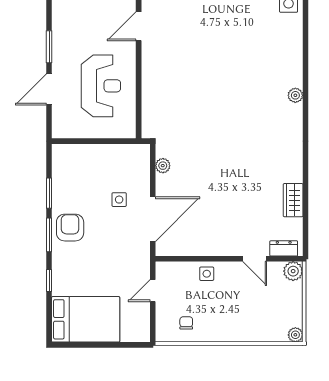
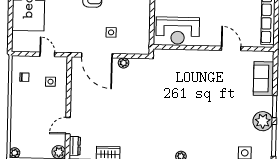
reception desk: (101, 86) -> (178, 31), moved
plant: (163, 166) -> (124, 63), moved
side table: (207, 274) -> (51, 82), moved

